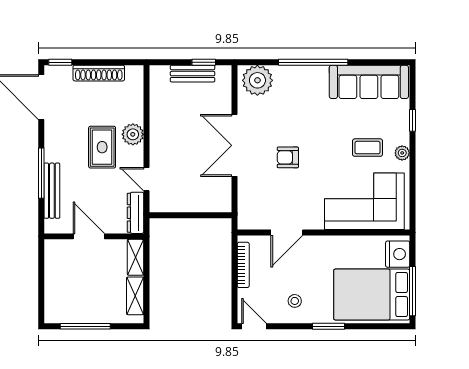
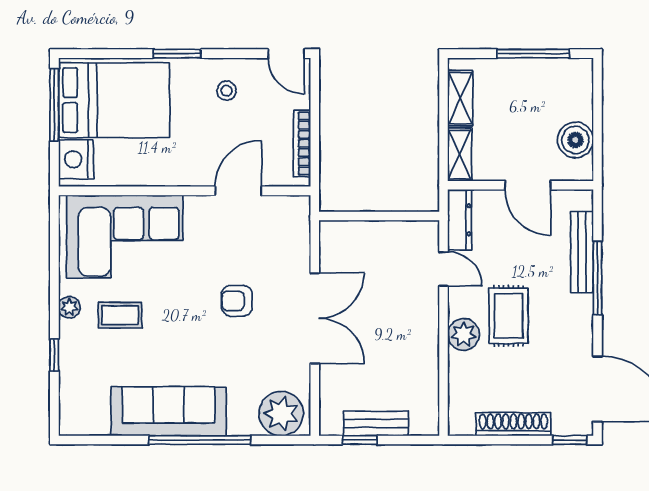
sofa: (369, 82) -> (169, 411), moved
armchair: (288, 157) -> (237, 301), turned 180
boiler: (56, 267) -> (575, 140), added

